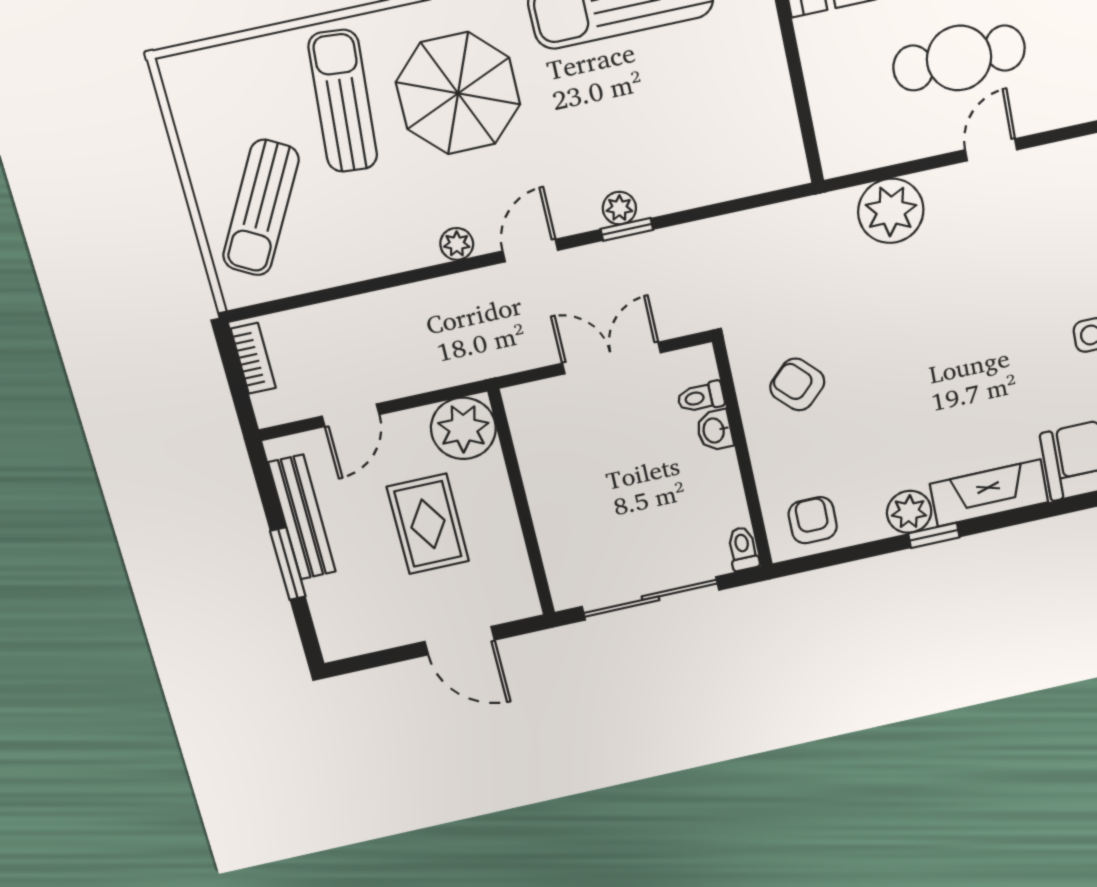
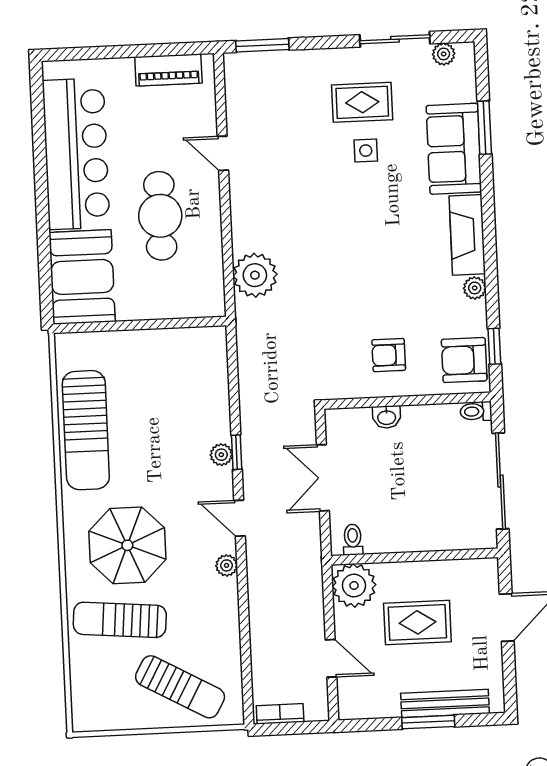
door: (991, 150) -> (223, 153), moved
armchair: (797, 384) -> (389, 355), moved, turned 44
toilet: (701, 397) -> (353, 540), moved, turned 180
plant: (909, 512) -> (475, 288), width x0.73, depth x0.73
bench: (302, 517) -> (445, 703), moved
armchair: (813, 520) -> (464, 360), width x1.38, depth x1.38
window: (934, 535) -> (494, 346), moved

